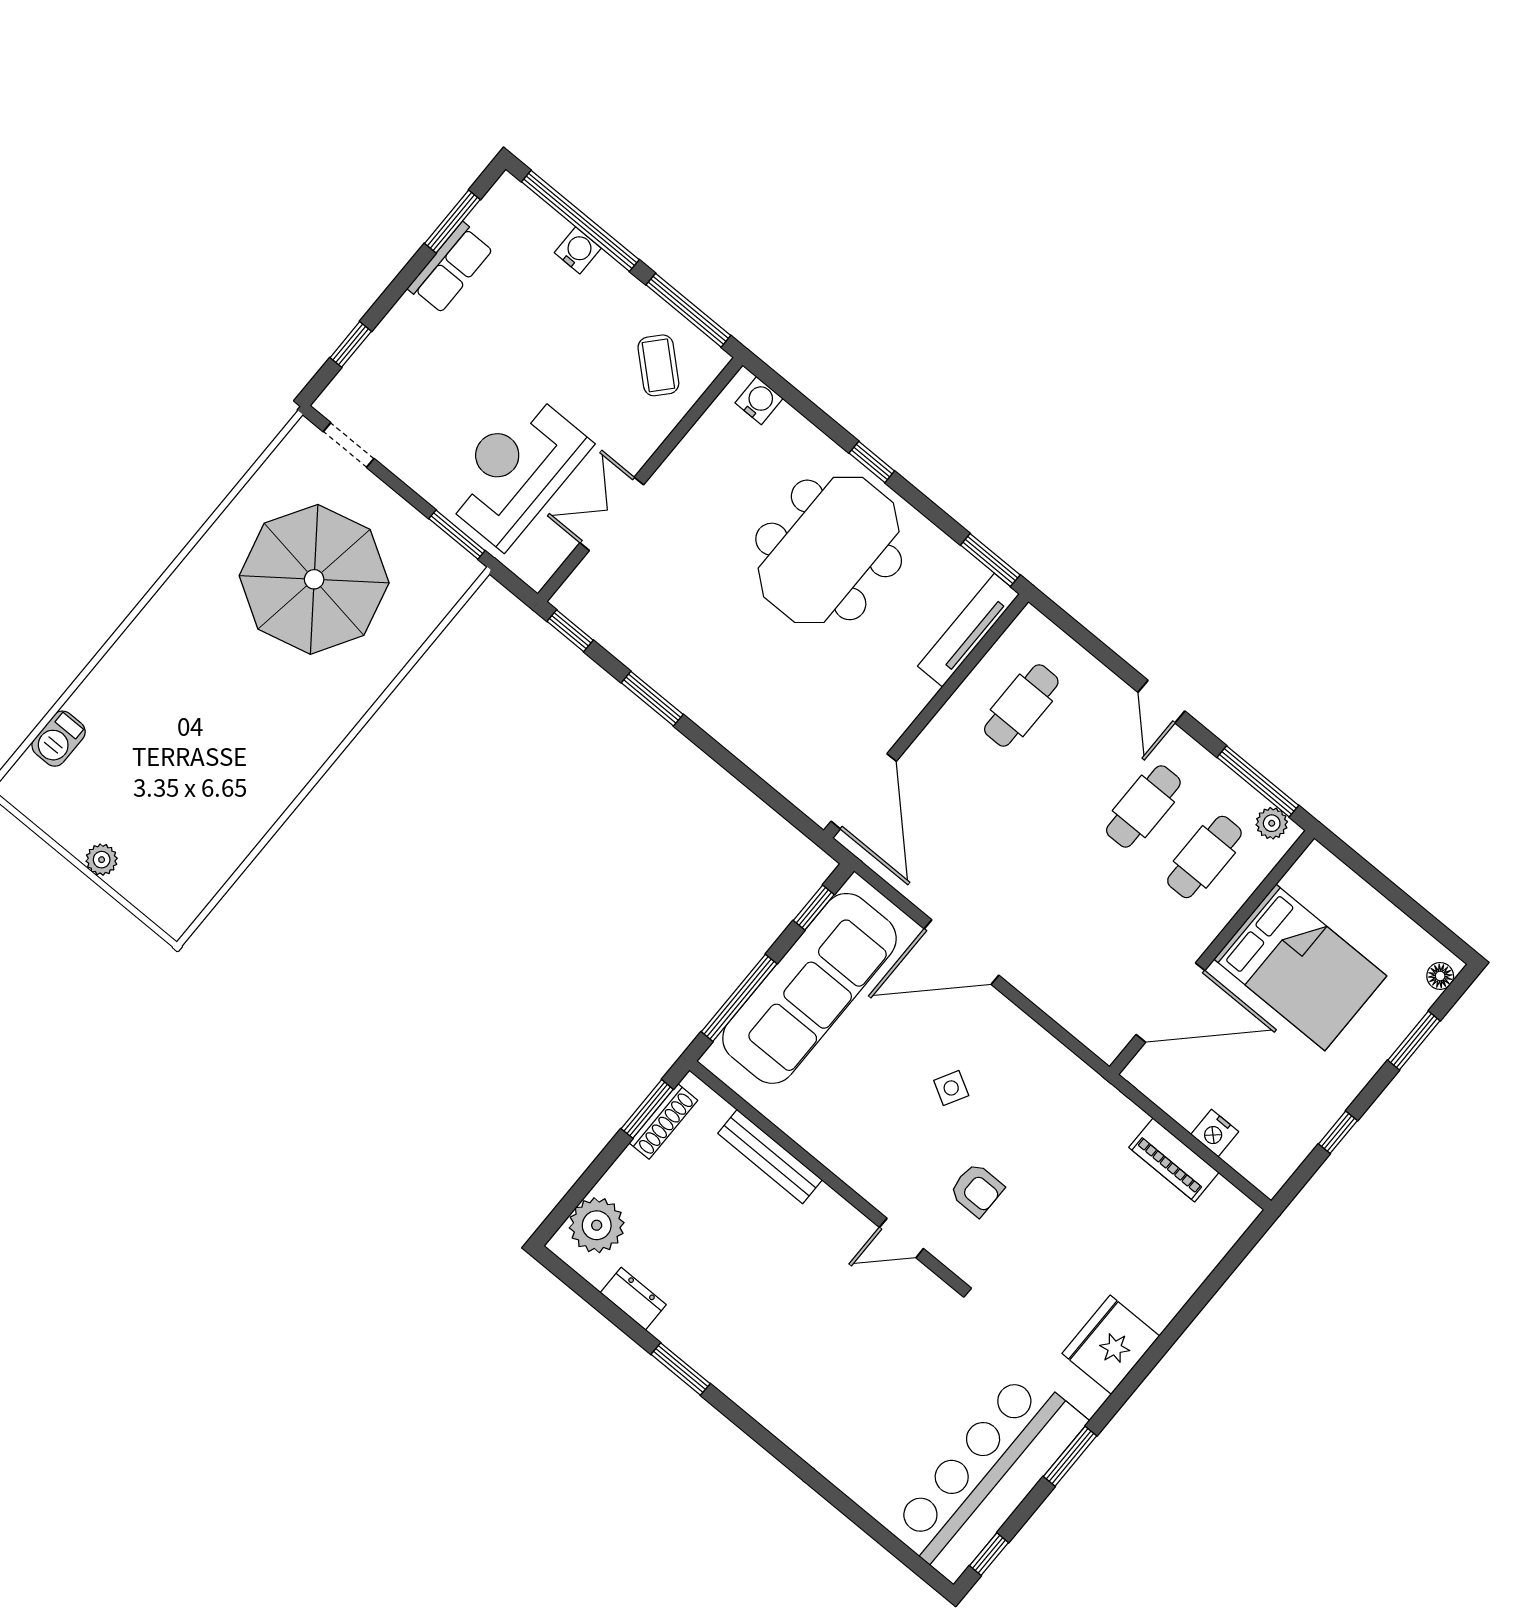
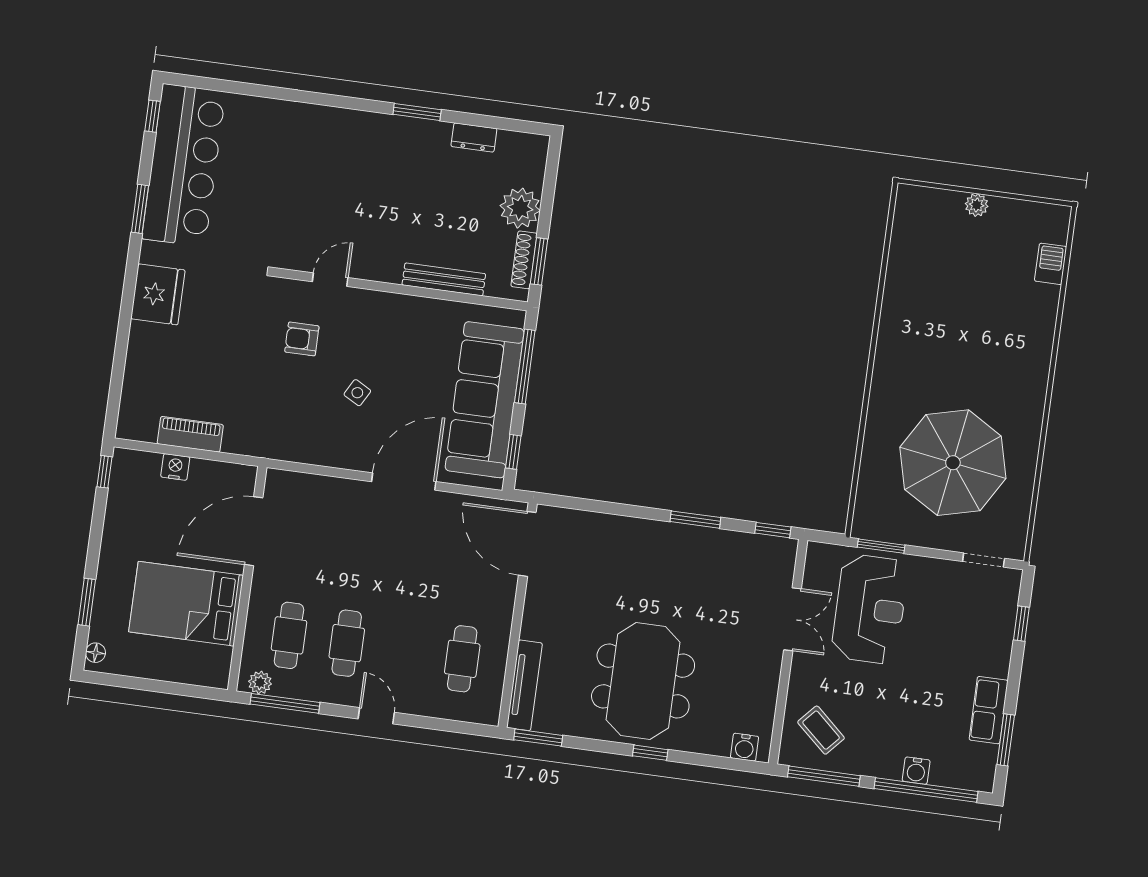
window: (1338, 1132) -> (104, 472), moved
plant: (597, 1225) -> (520, 208), moved

